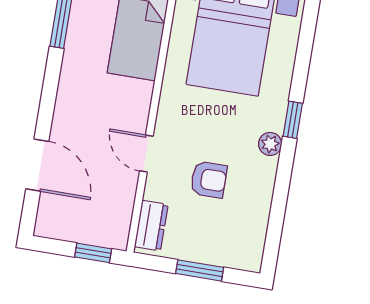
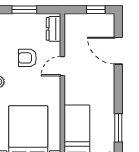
door: (146, 154) -> (62, 66), swing flipped
window: (93, 253) -> (96, 10), moved

